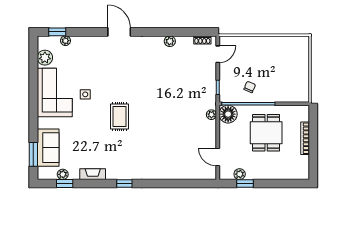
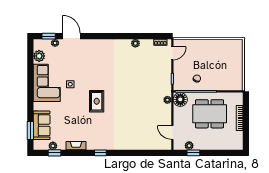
door: (119, 32) -> (71, 36), moved
dining table: (266, 133) -> (210, 114), width x1.37

